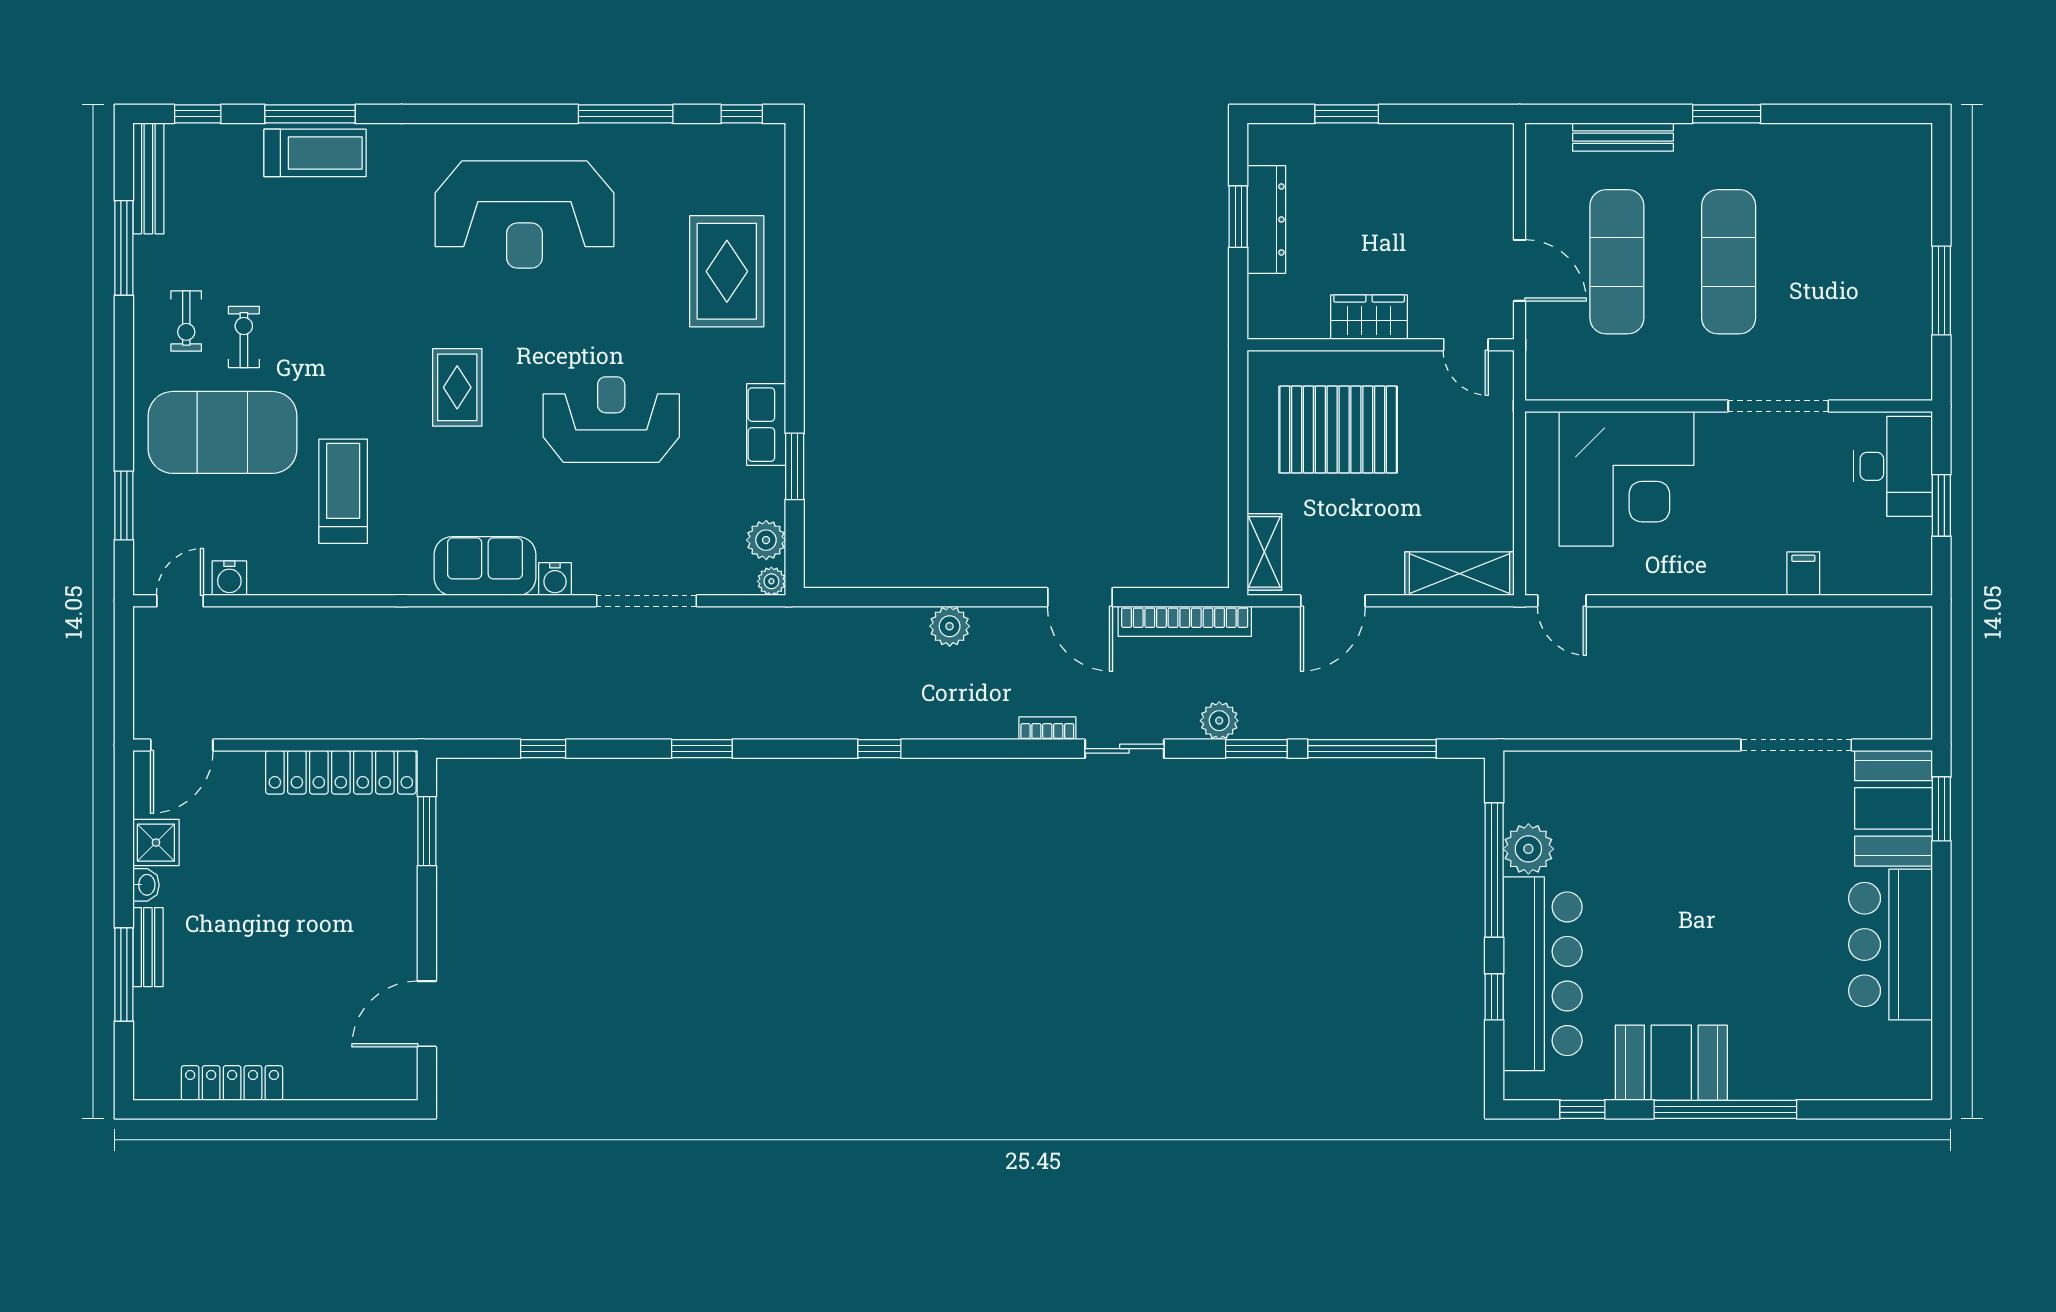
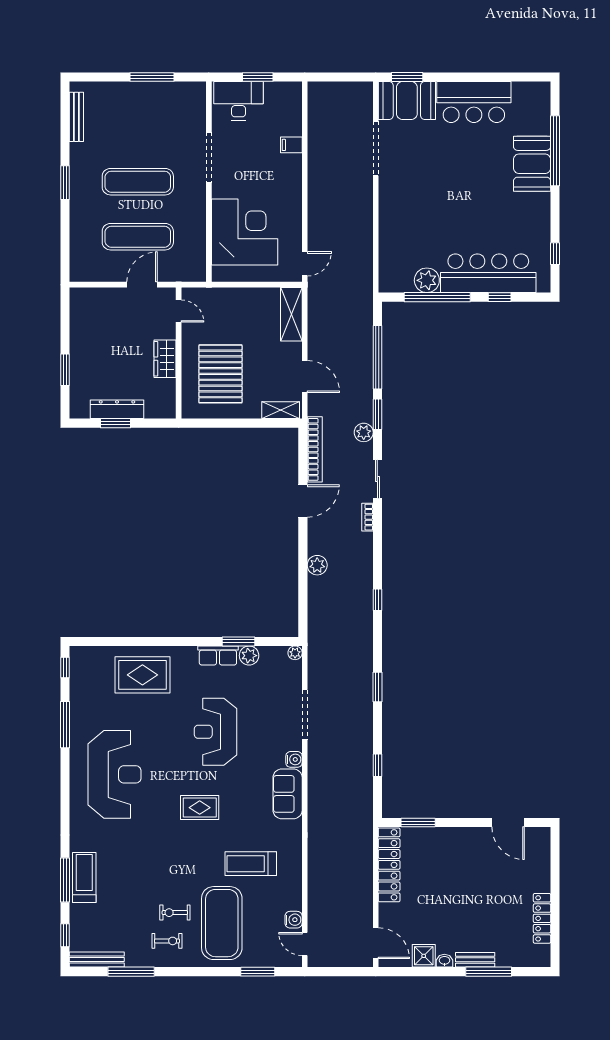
bench: (1623, 137) -> (76, 117), moved
door: (1466, 345) -> (179, 311), hinge flipped
plant: (766, 540) -> (249, 656), moved
booth: (1671, 1063) -> (532, 164), moved
window: (1725, 1109) -> (555, 151), moved

